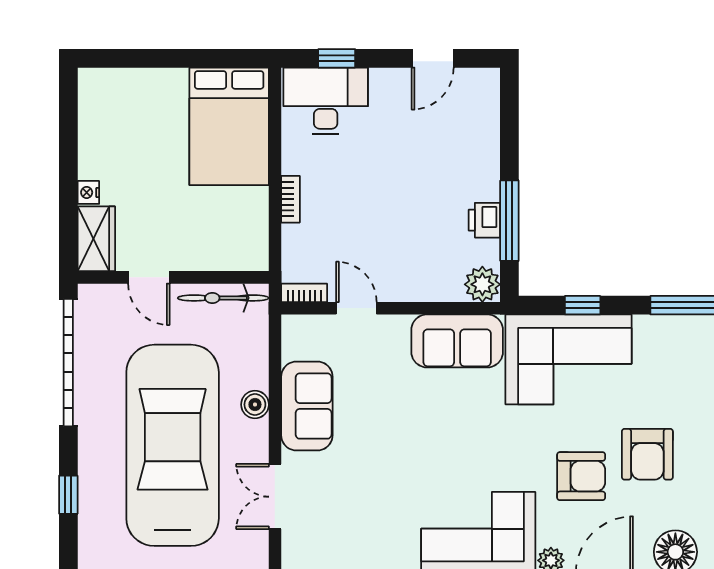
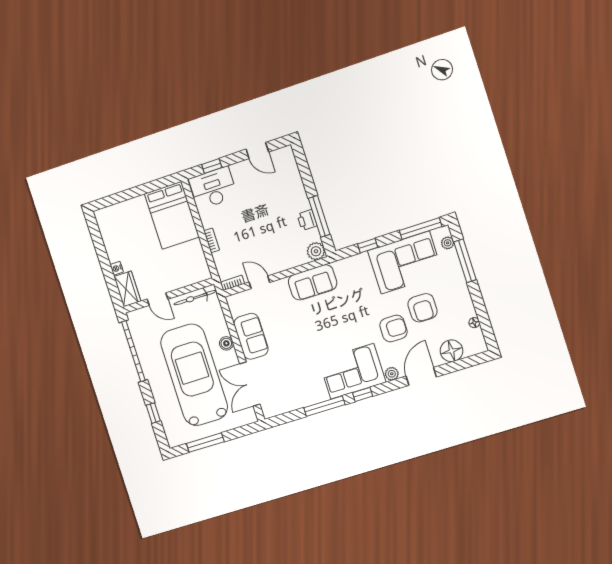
door: (433, 58) -> (257, 151), hinge flipped
corner sofa: (569, 359) -> (405, 263), moved
double door: (275, 497) -> (250, 384), width x1.37

